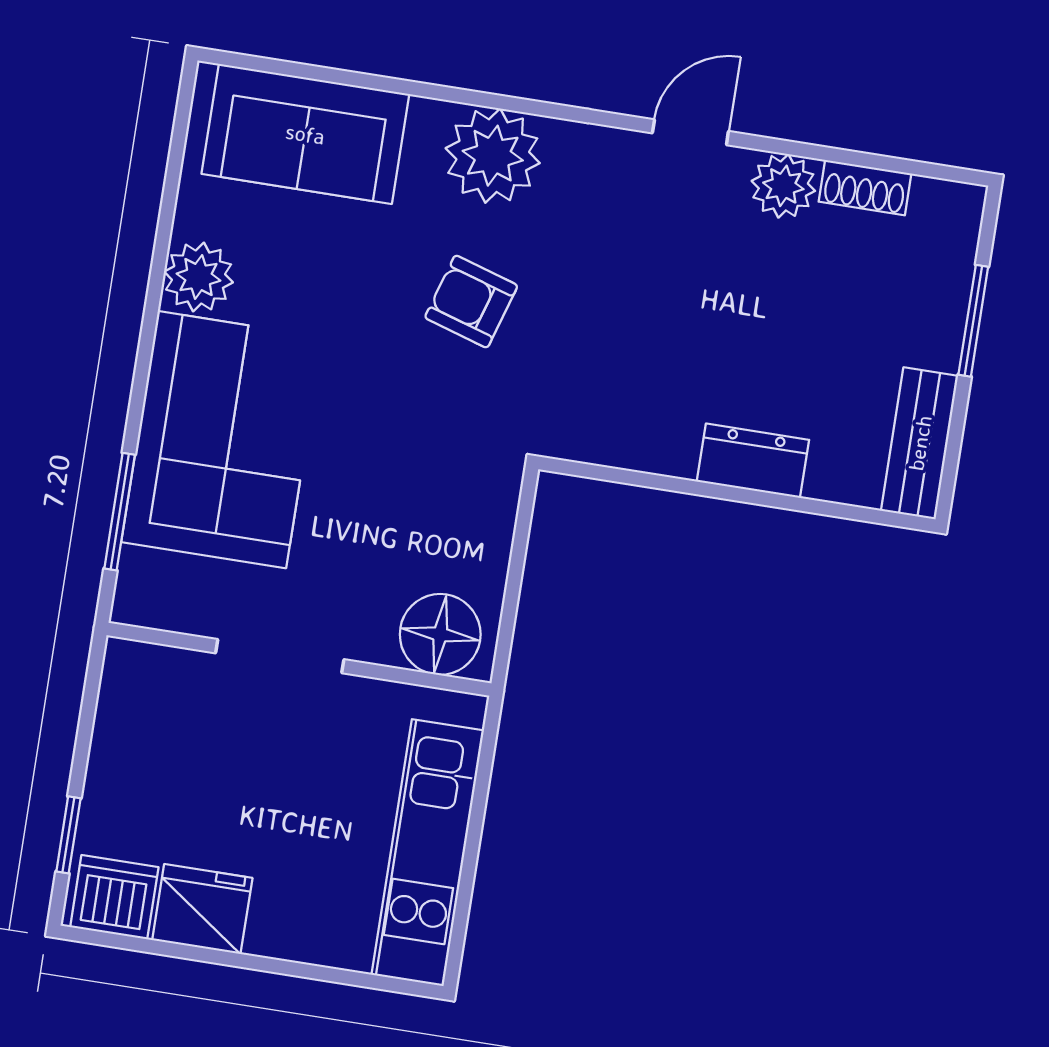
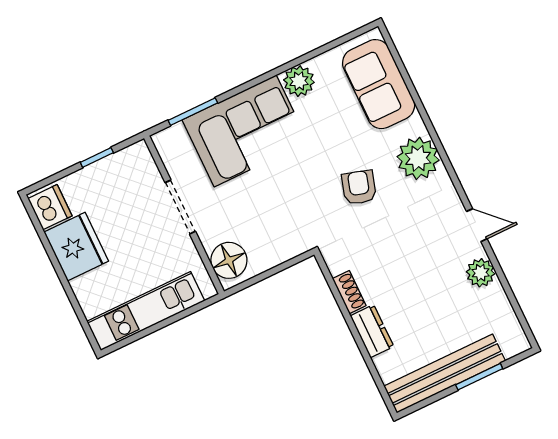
shoe rack: (865, 188) -> (349, 292), moved, turned 180
bench: (920, 443) -> (445, 374), width x1.86, depth x1.21
window: (68, 835) -> (97, 158), moved
fridge: (202, 909) -> (76, 247), width x1.36, depth x1.34

